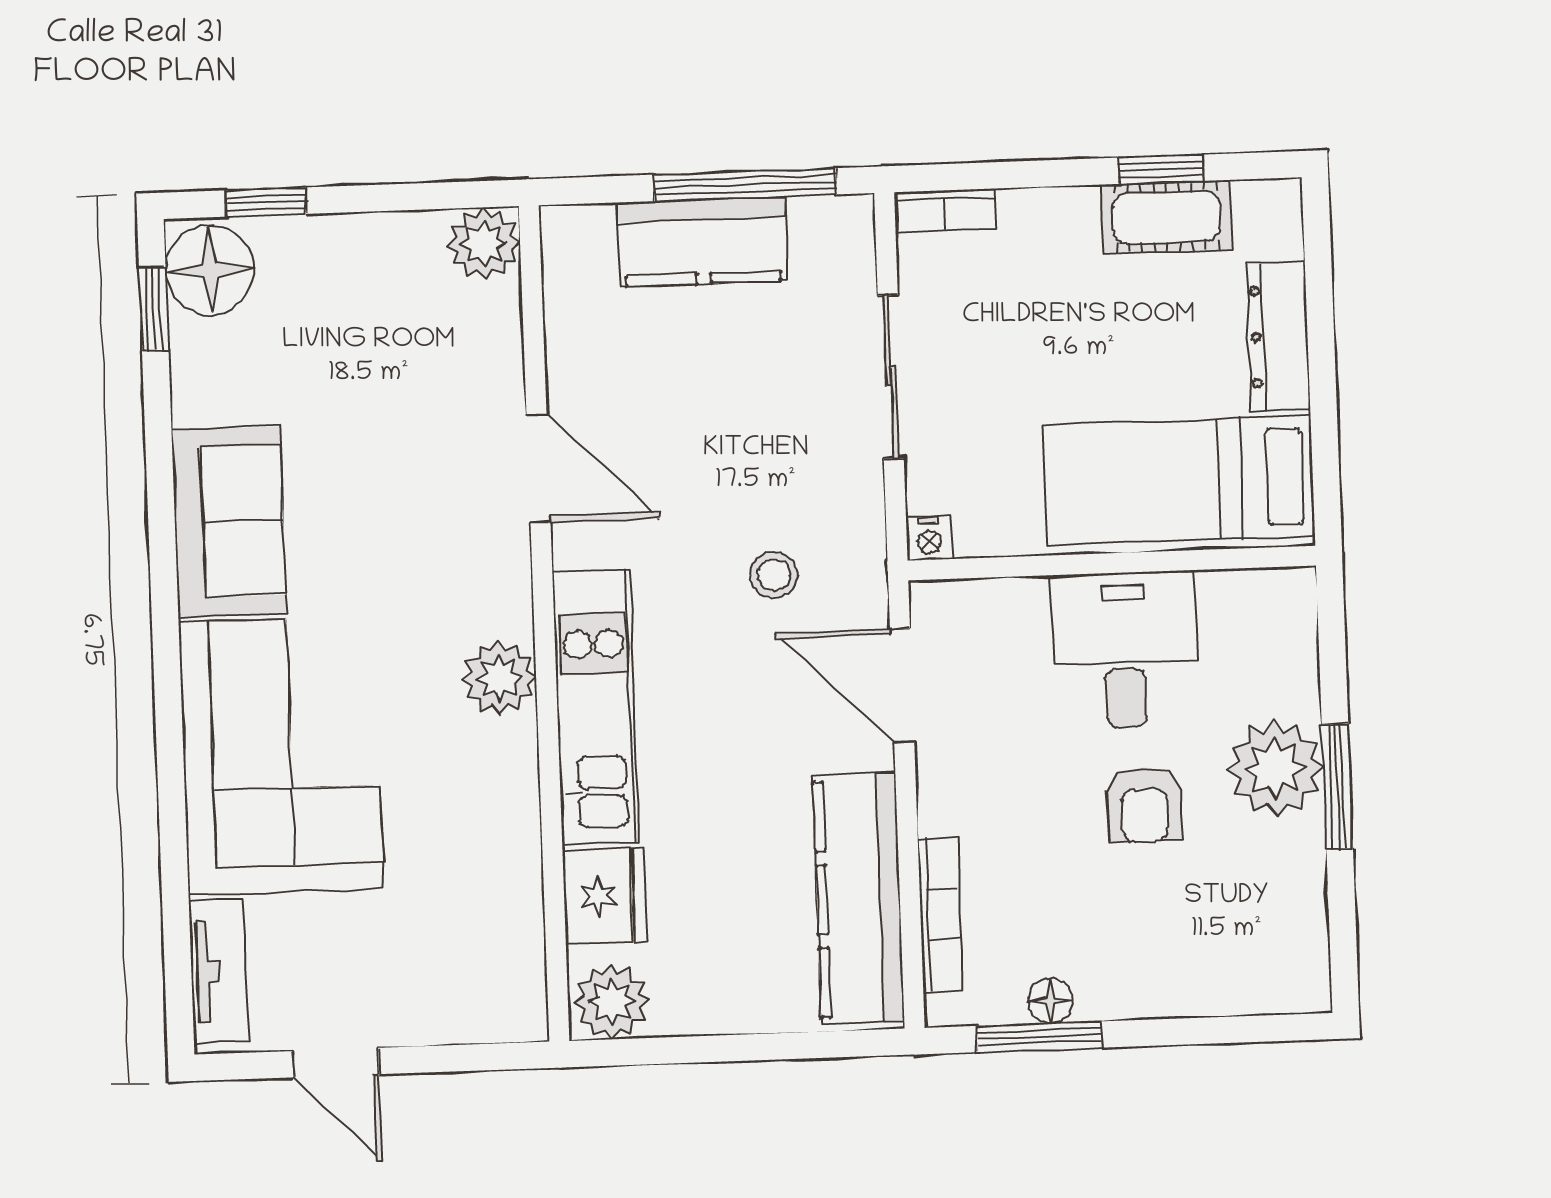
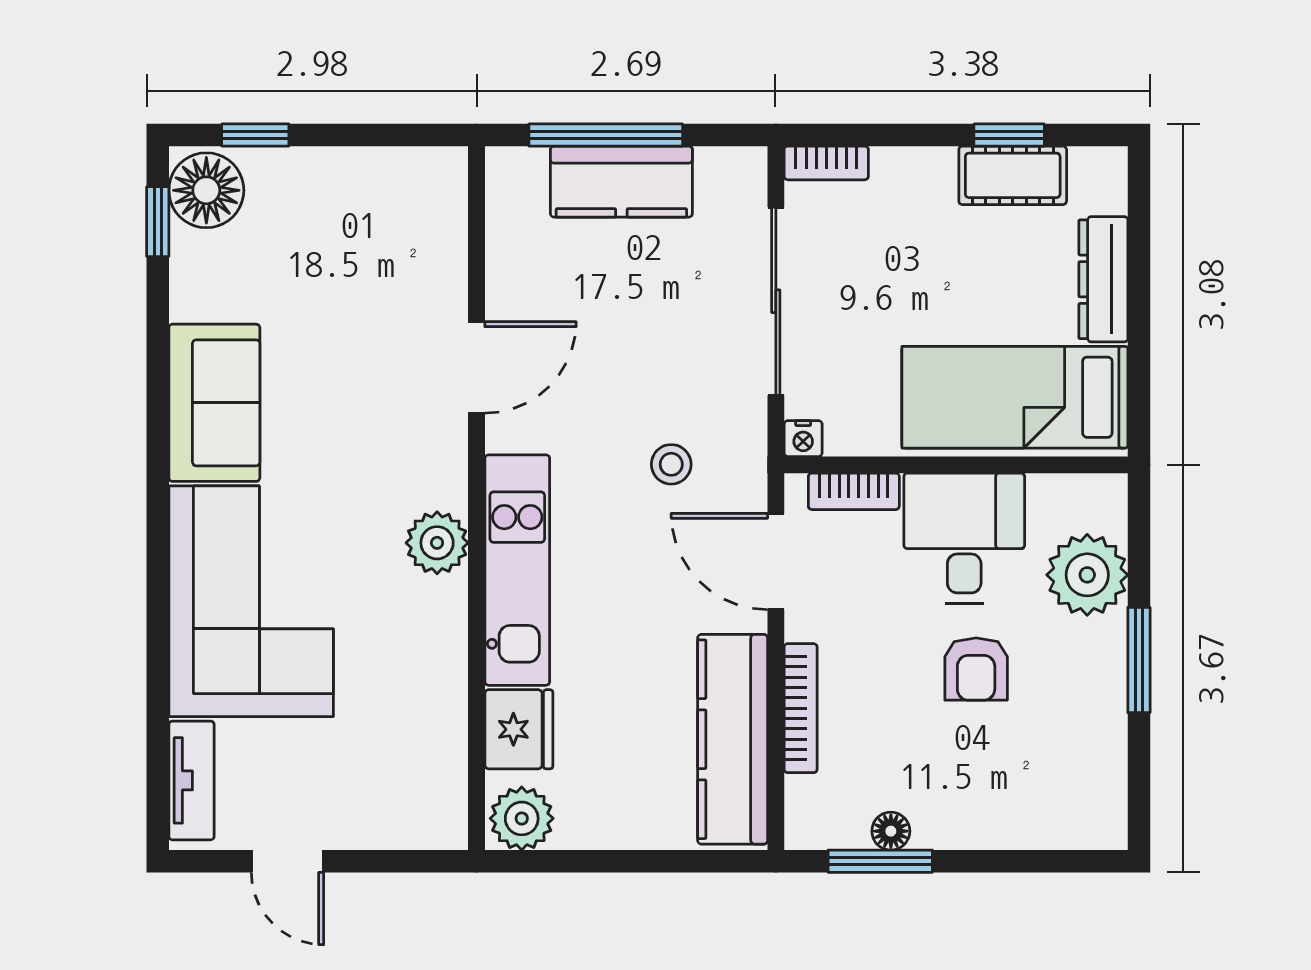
window: (745, 185) -> (606, 135), moved
plant: (484, 244) -> (438, 177), removed
sliding door: (891, 377) -> (776, 301), width x1.37
door: (538, 468) -> (476, 367), hinge flipped
bookcase: (992, 599) -> (854, 491), added
plant: (1275, 769) -> (1087, 575), moved
bookcase: (940, 915) -> (801, 708), moved

